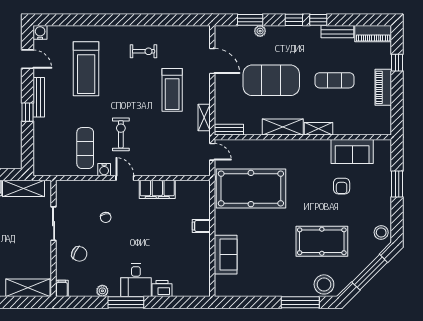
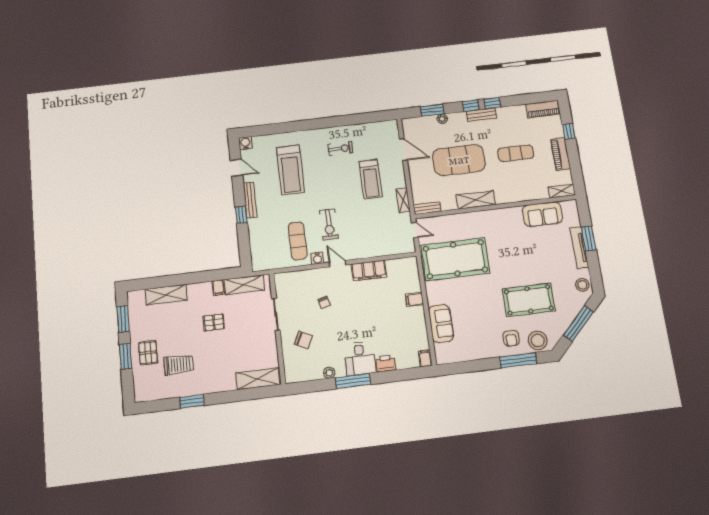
bench: (337, 32) -> (482, 115), moved
shelving: (318, 129) -> (562, 191), moved
exercise bike: (121, 134) -> (329, 224), turned 180
armchair: (342, 186) -> (511, 338), moved
tv unit: (385, 193) -> (579, 248), added
filing cabinet: (62, 288) -> (425, 358), moved

